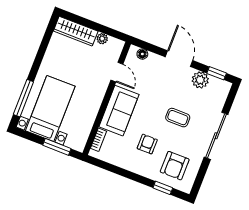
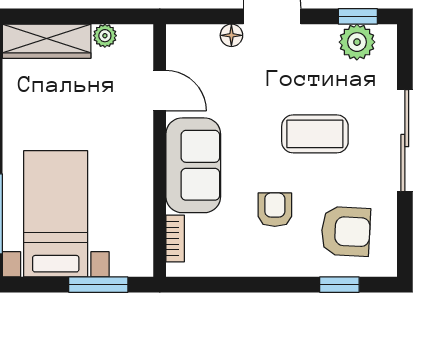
floor lamp: (142, 54) -> (231, 35), moved
plant: (200, 80) -> (357, 42), moved
coffee table: (178, 118) -> (315, 134), width x1.36, depth x1.30
armchair: (175, 166) -> (346, 231), turned -87

